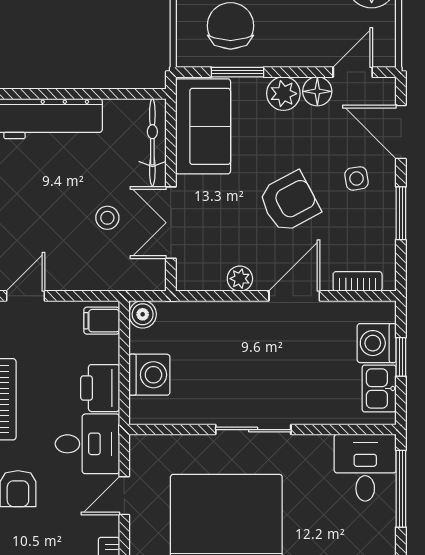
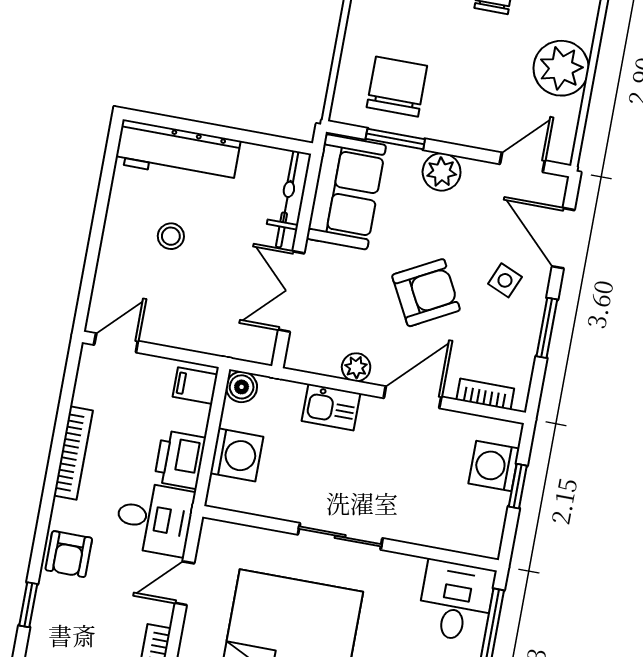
floor lamp: (317, 91) -> (479, 176), removed
side table: (356, 178) -> (505, 280), turned 32
stool: (107, 218) -> (171, 236), moved
kitchen sink: (379, 389) -> (331, 407), moved, turned -90

